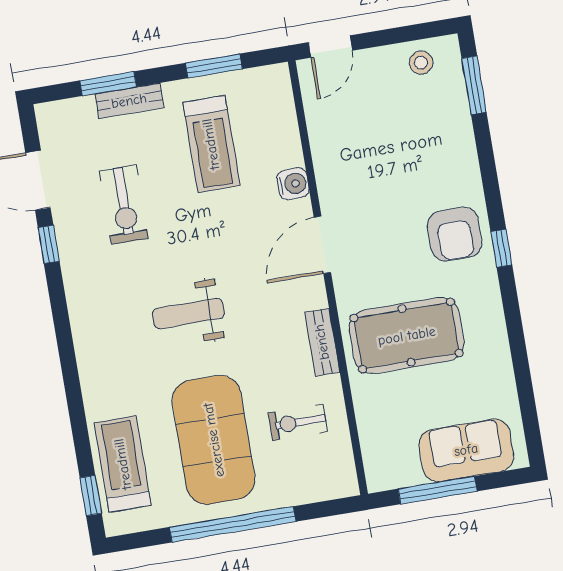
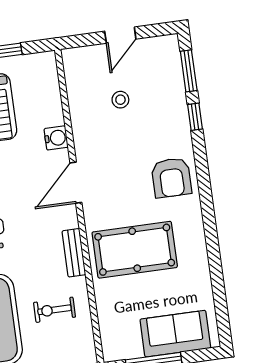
door: (331, 46) -> (120, 35), moved
stool: (421, 63) -> (120, 100), moved
window: (501, 248) -> (195, 117), moved

